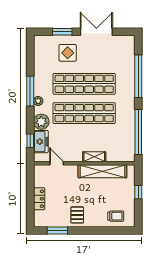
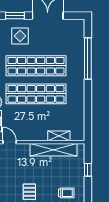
window: (138, 132) -> (88, 112), removed
shelving: (94, 157) -> (59, 136), moved

